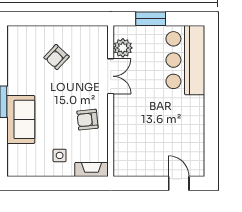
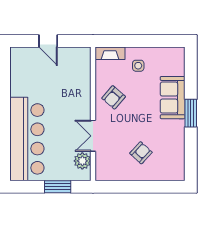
bar counter: (185, 60) -> (27, 139), width x1.36
armchair: (87, 120) -> (114, 97), turned 137
door: (179, 183) -> (48, 41), moved

